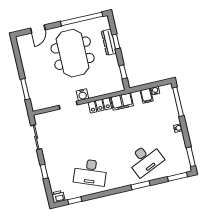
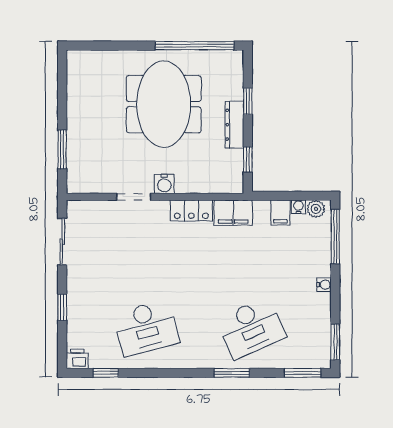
door: (38, 29) -> (111, 46), removed
dresser: (109, 42) -> (234, 125), moved
plant: (165, 89) -> (316, 209), added
desk: (90, 172) -> (146, 328), turned -36

